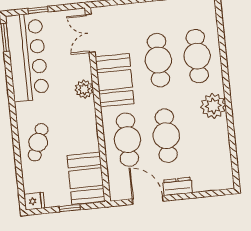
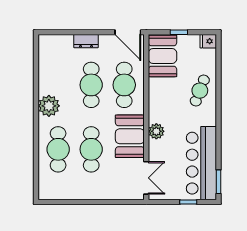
door: (148, 200) -> (128, 32), moved

